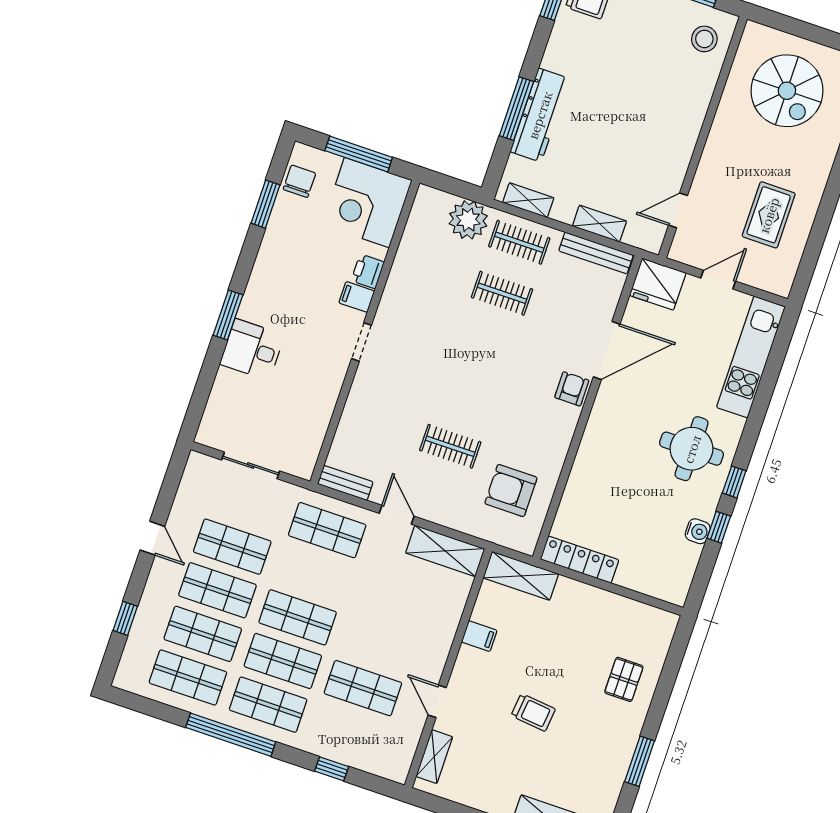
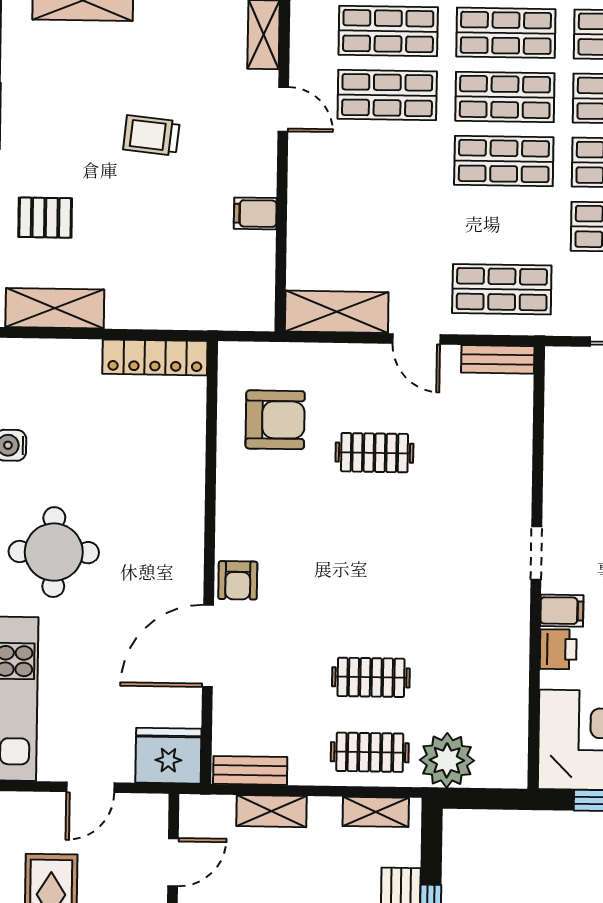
bench: (596, 253) -> (250, 770), width x0.73
shelving: (521, 576) -> (55, 308), moved
pallet: (624, 679) -> (45, 218), turned 90
shop shelf: (348, 732) -> (388, 31), added

